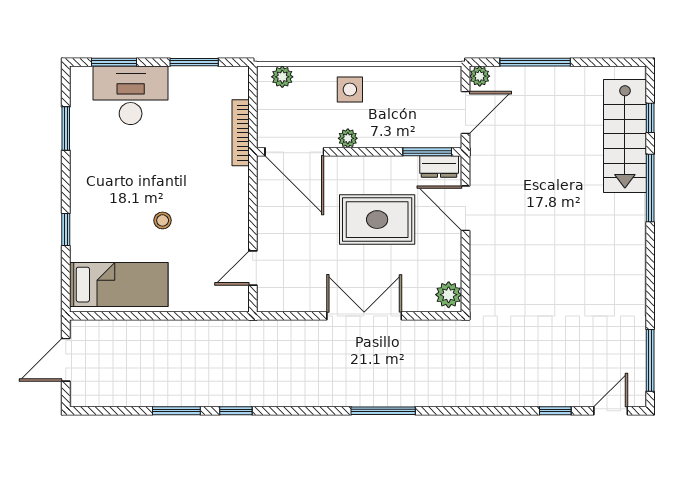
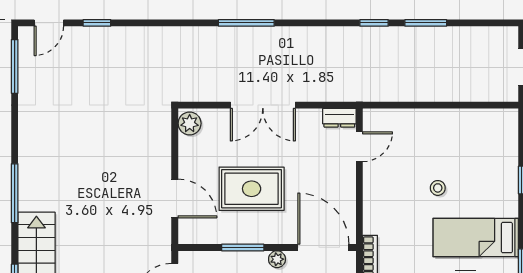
window: (427, 152) -> (243, 247), moved
dresser: (439, 167) -> (339, 118), moved, turned 180
window: (650, 188) -> (15, 193), moved
bed: (119, 285) -> (476, 238), moved

